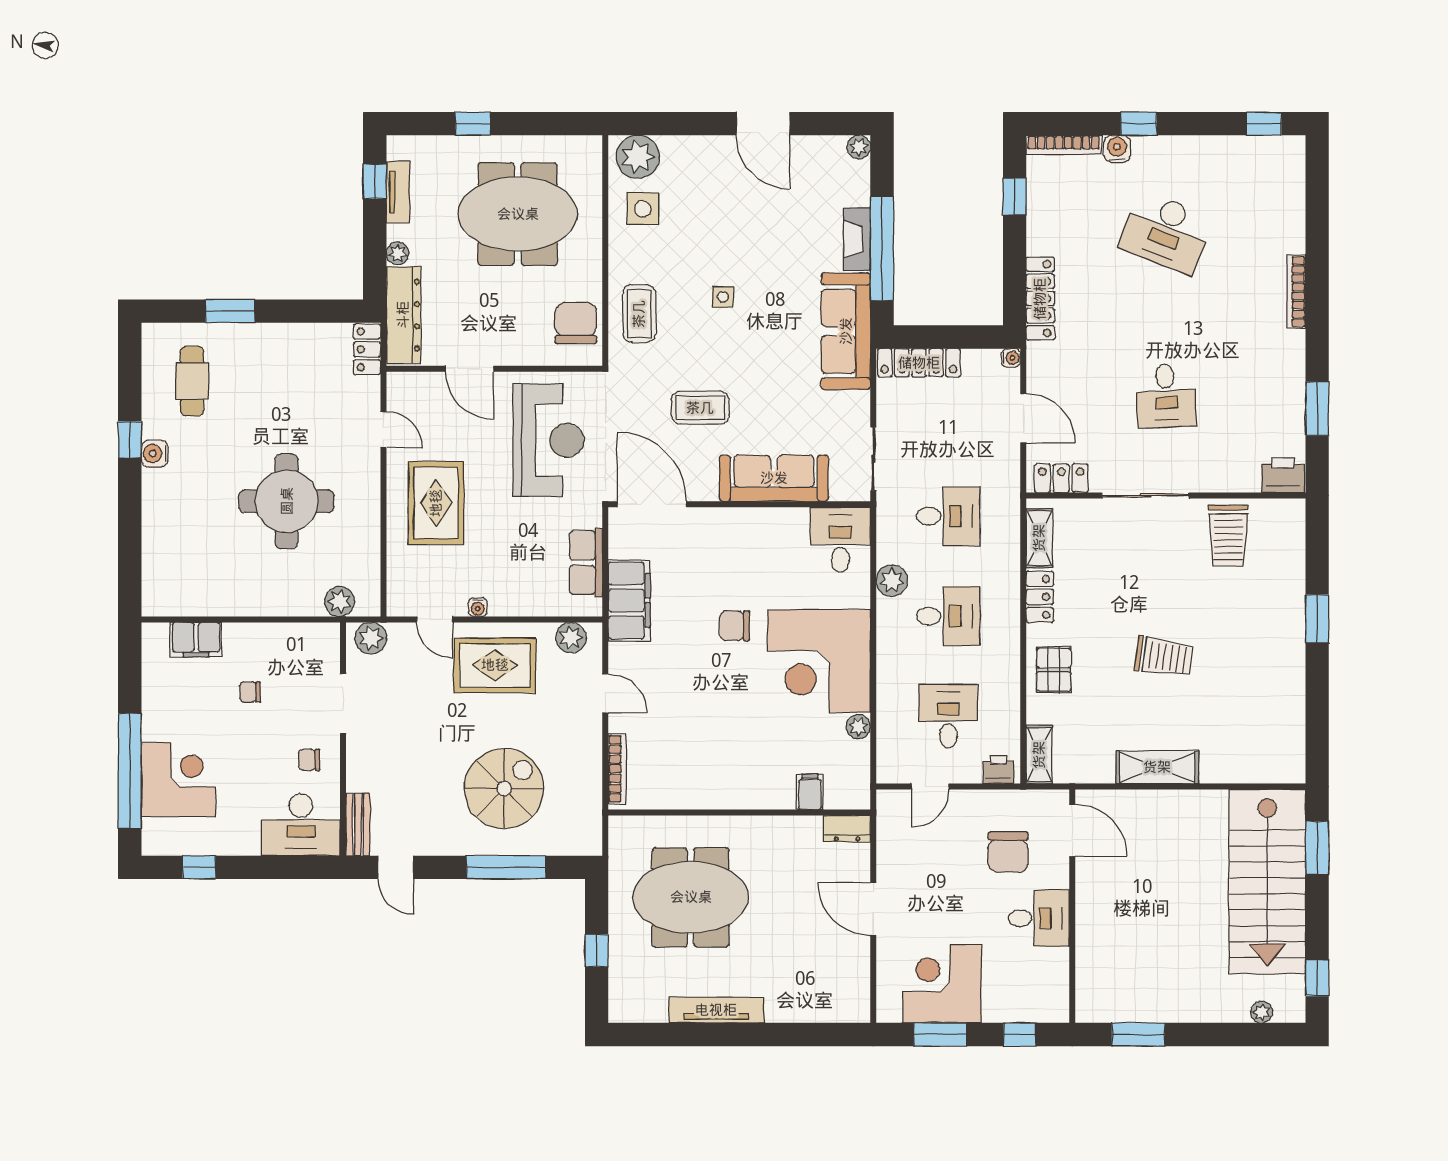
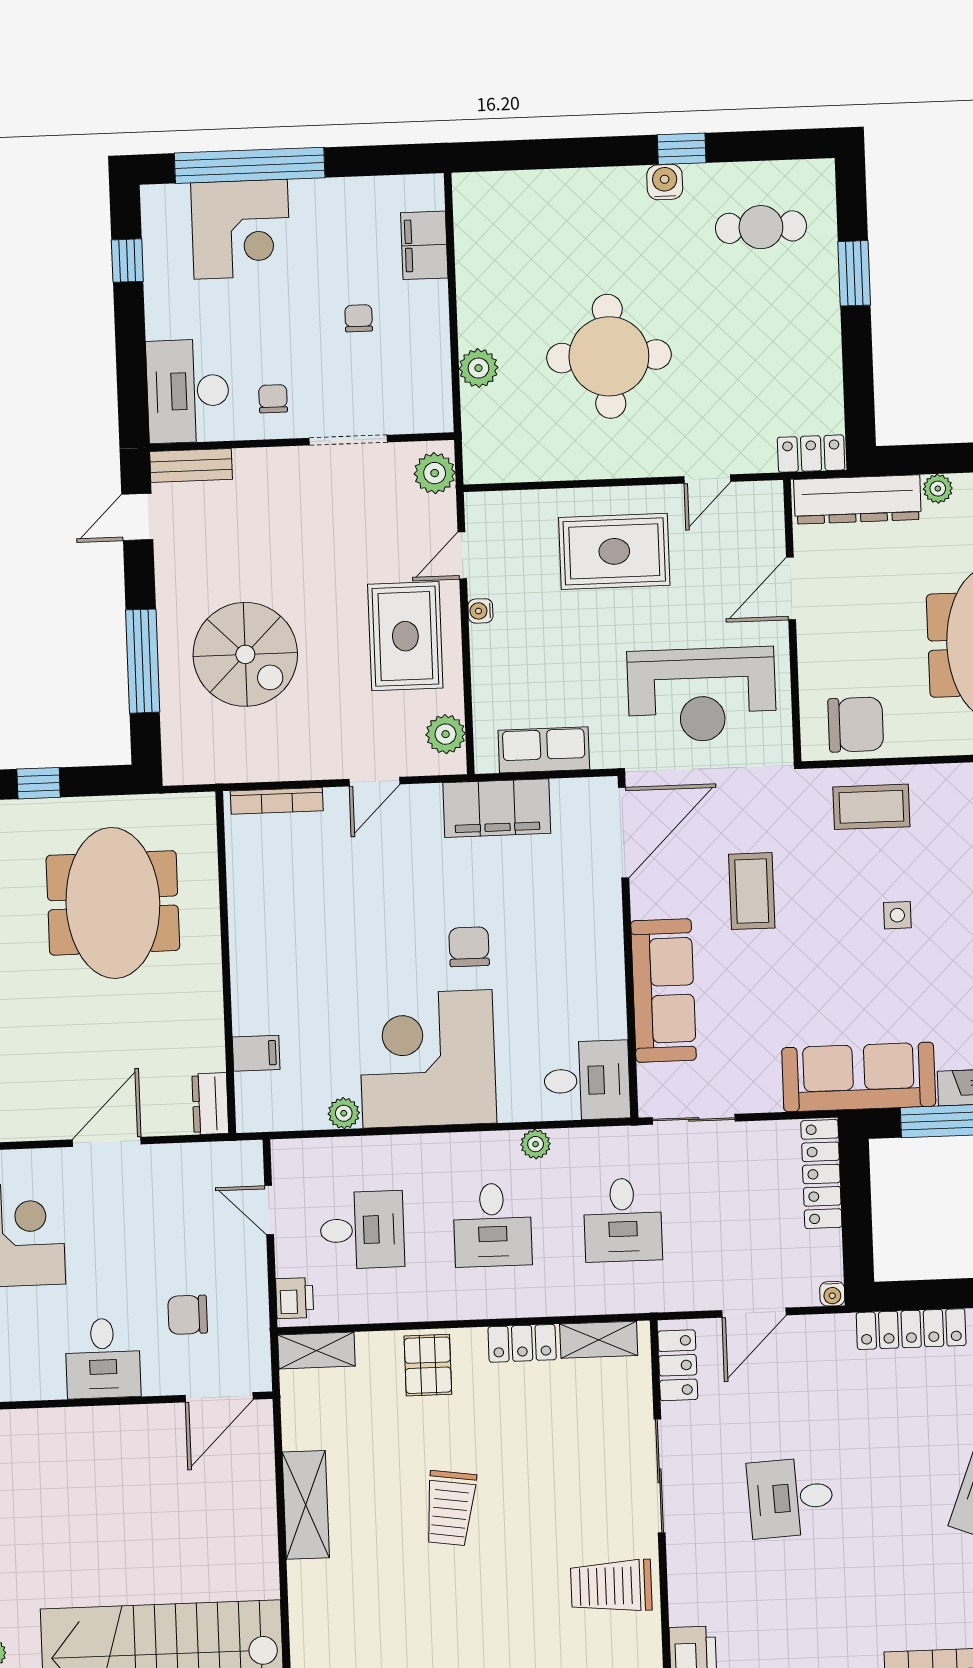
plant: (892, 581) -> (536, 1144), width x0.73, depth x0.73
plant: (340, 602) -> (478, 368), moved
pallet: (1054, 670) -> (428, 1365), turned 90
chair: (1008, 852) -> (188, 1315), width x0.73, depth x0.73

